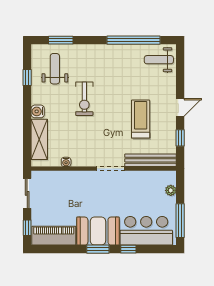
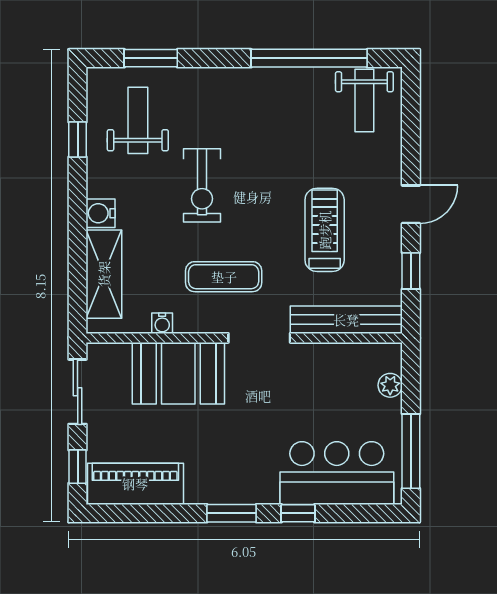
weight bench: (159, 60) -> (364, 101), turned -90
exercise mat: (94, 141) -> (224, 277), added
booth: (98, 231) -> (178, 373), moved

